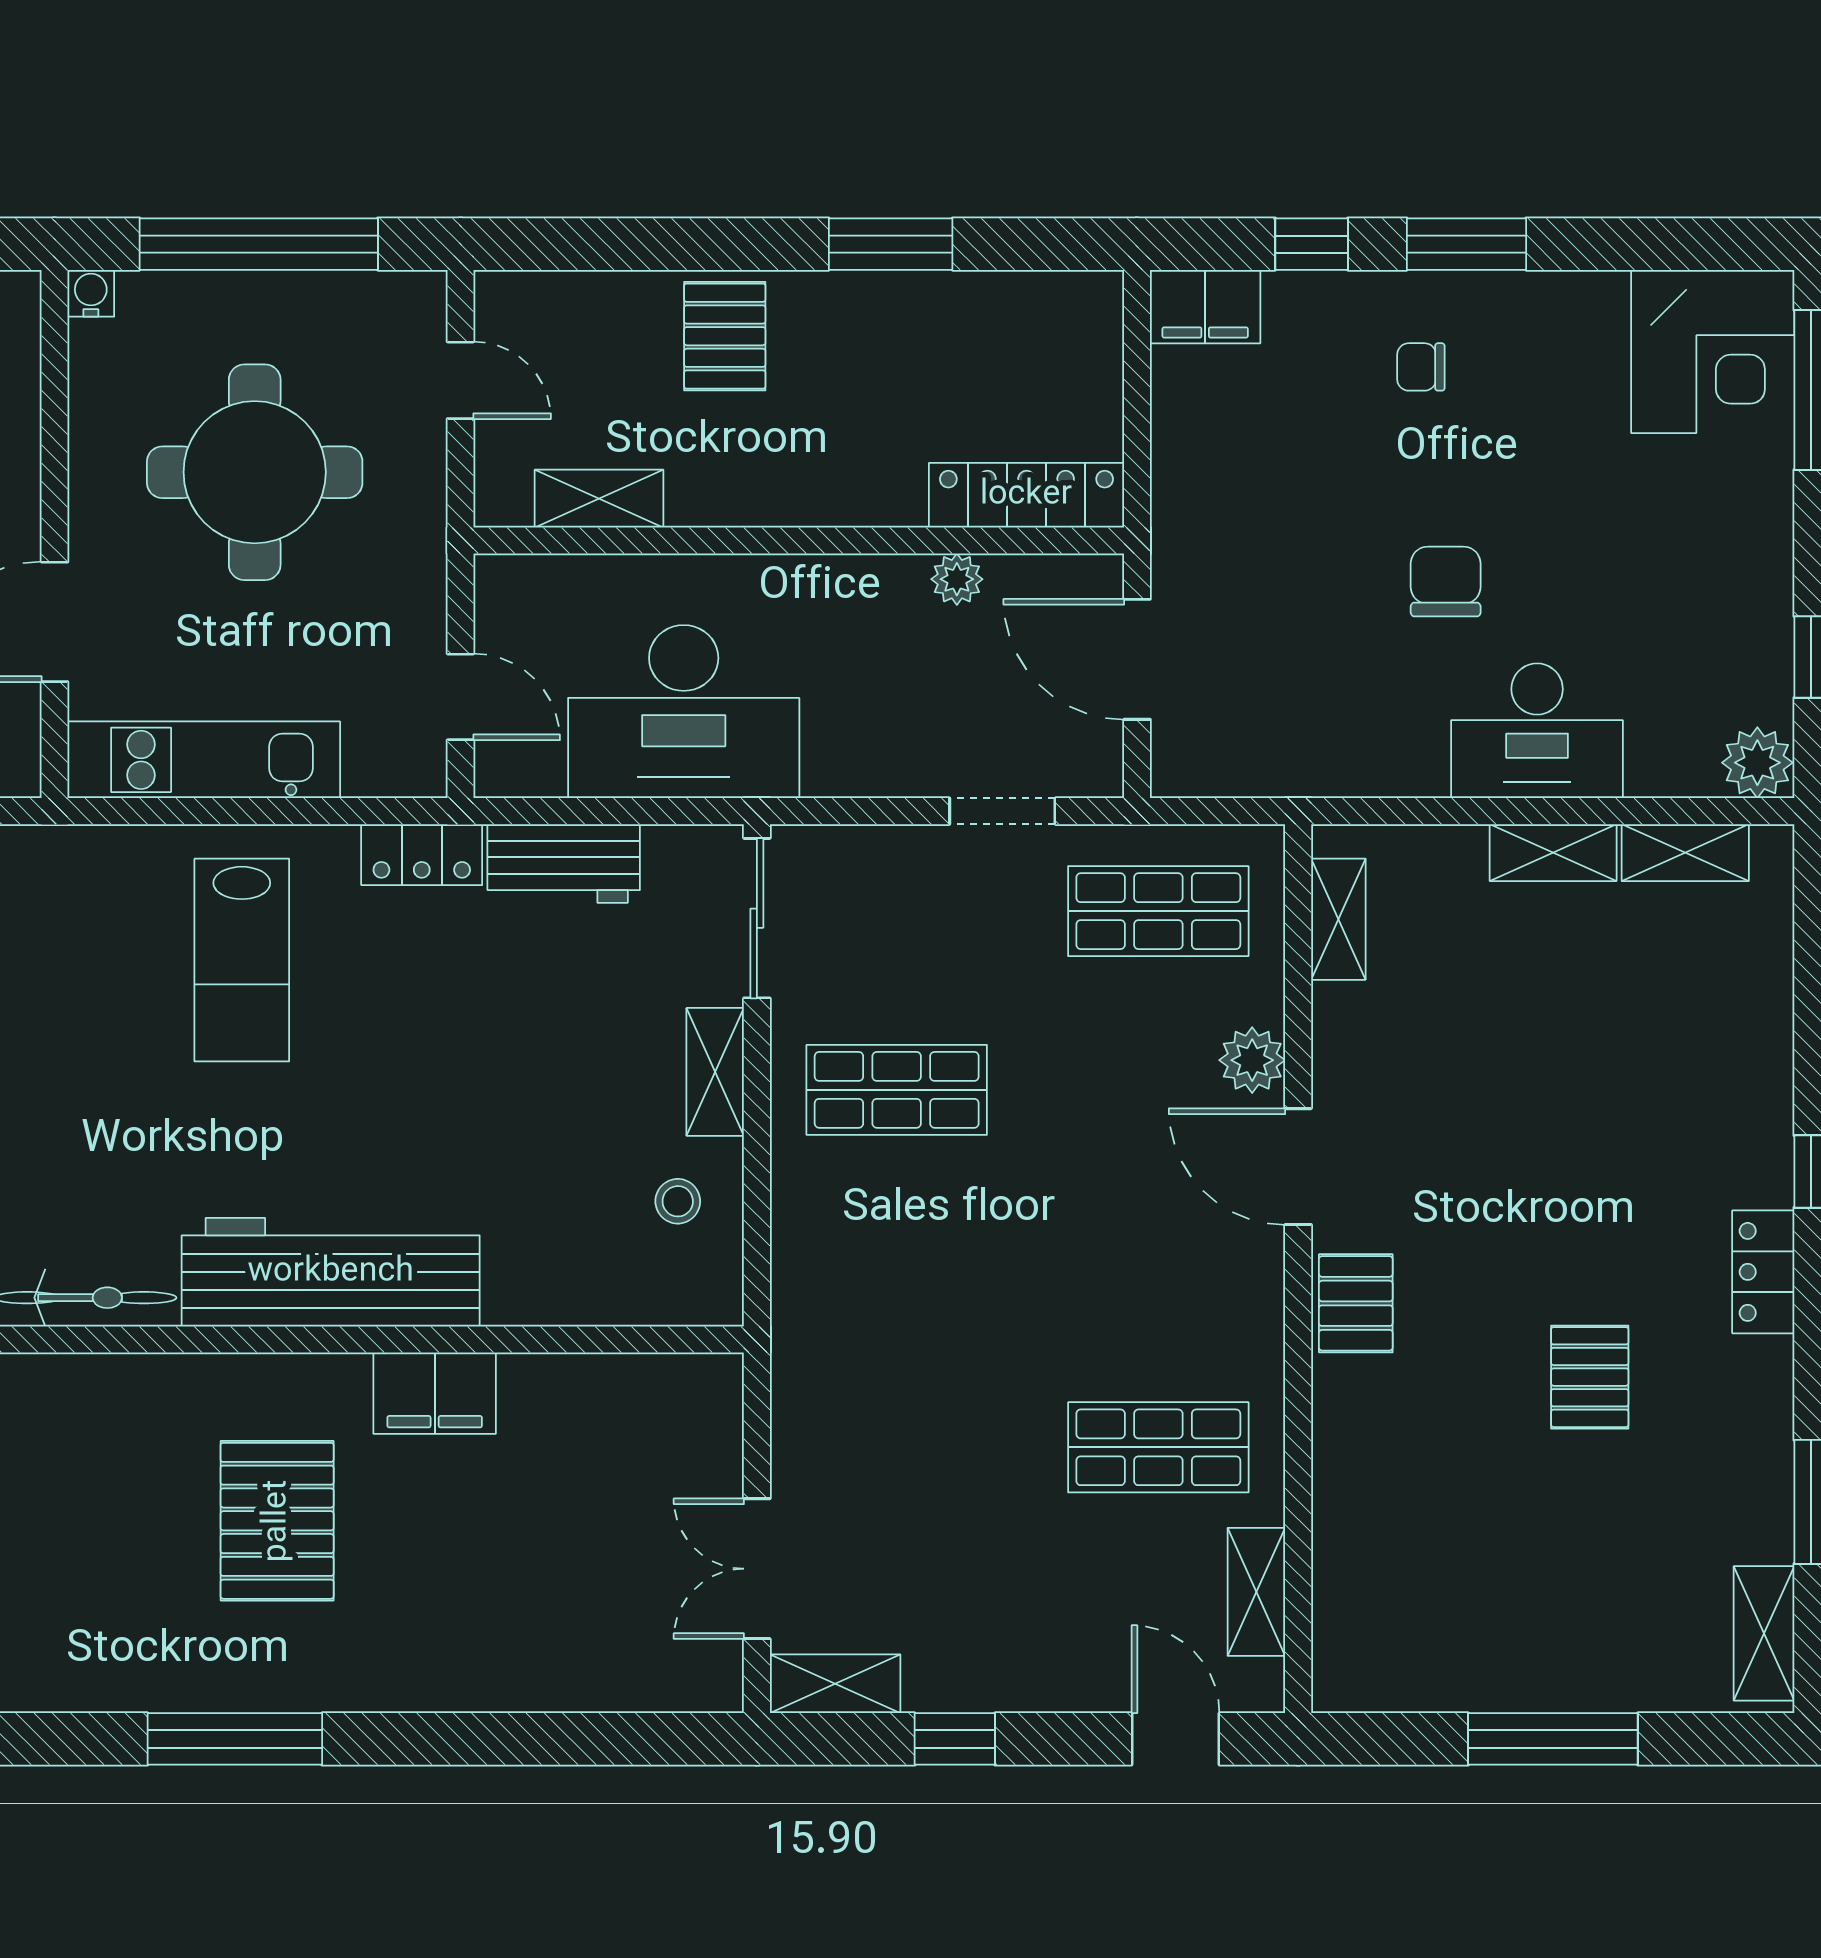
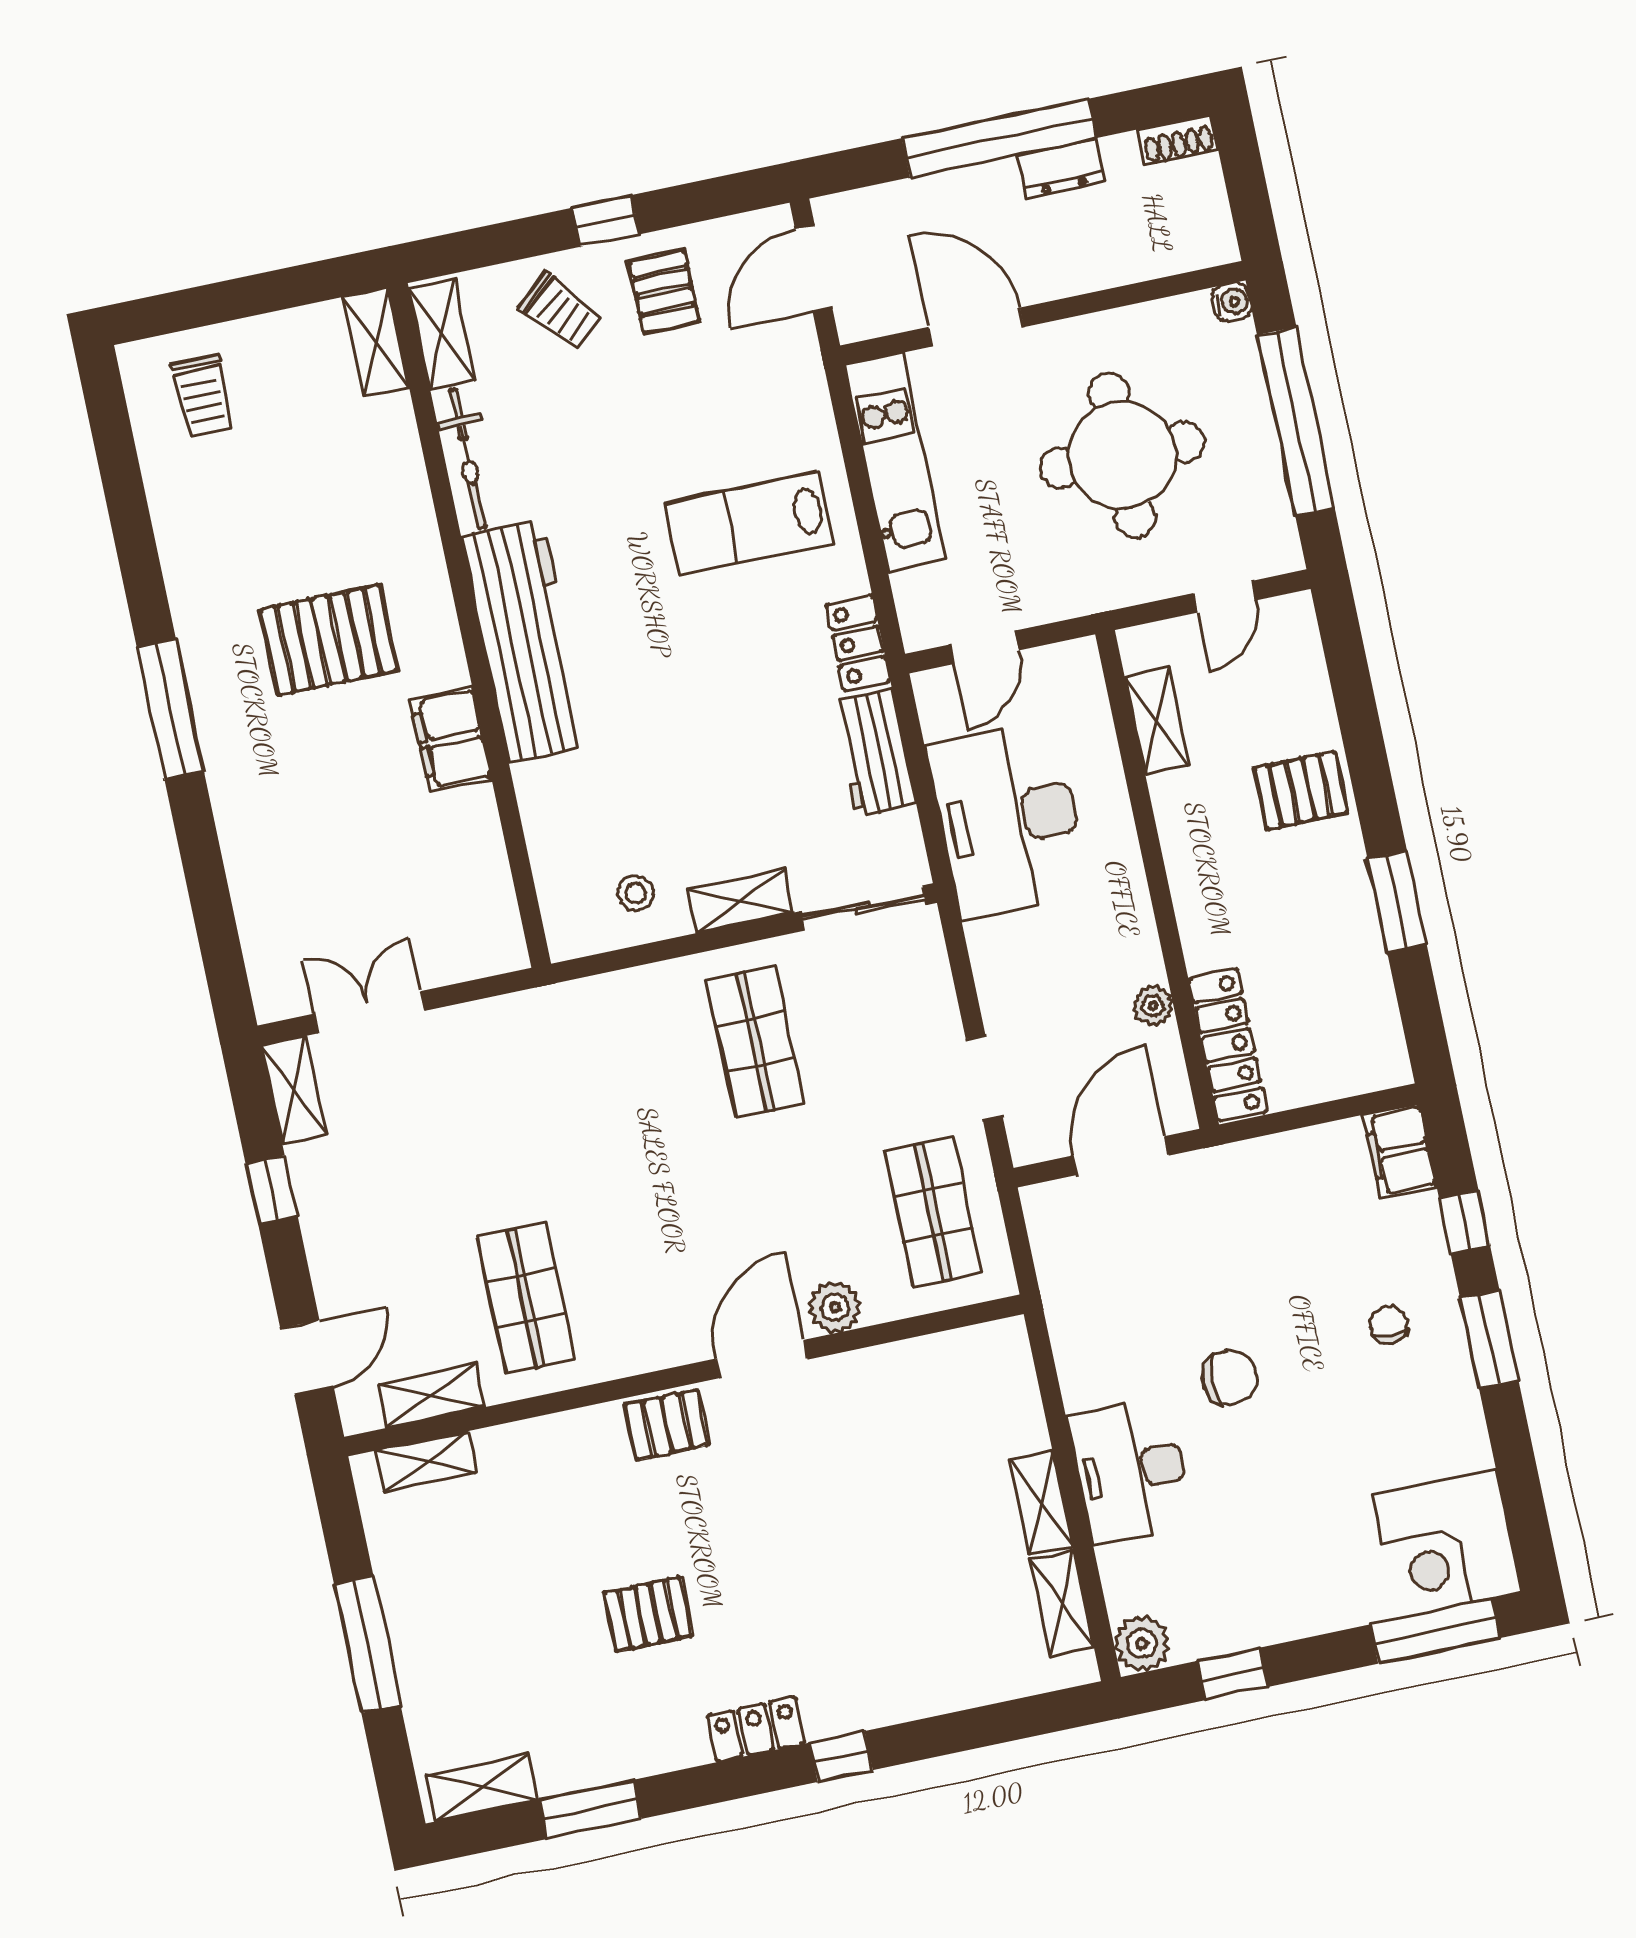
shelving: (1338, 919) -> (426, 1462), moved
window: (235, 1739) -> (170, 709), moved

